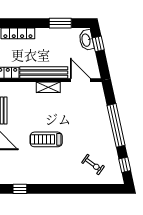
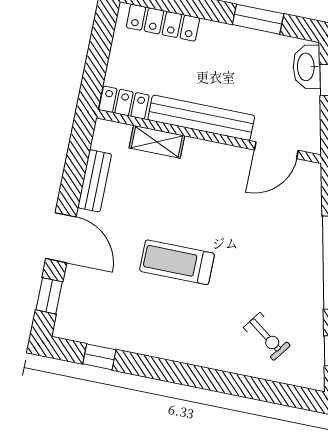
door: (80, 80) -> (276, 150), swing flipped
shelving: (48, 87) -> (157, 142), moved

